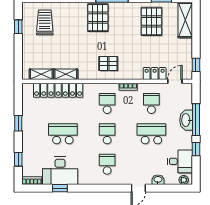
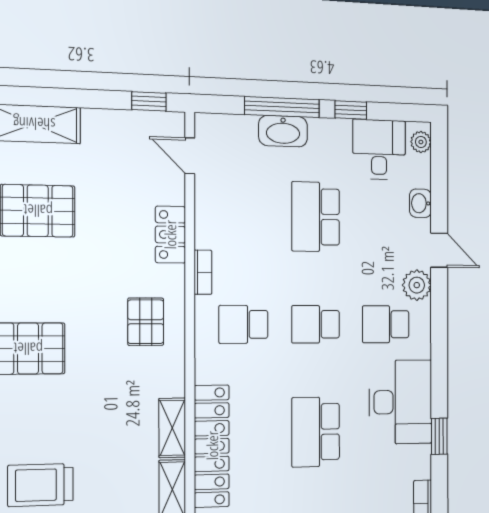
locker: (155, 74) -> (170, 235), moved
school desk: (151, 103) -> (243, 215), removed
desk: (60, 171) -> (400, 402), moved
plant: (124, 178) -> (417, 285), added

